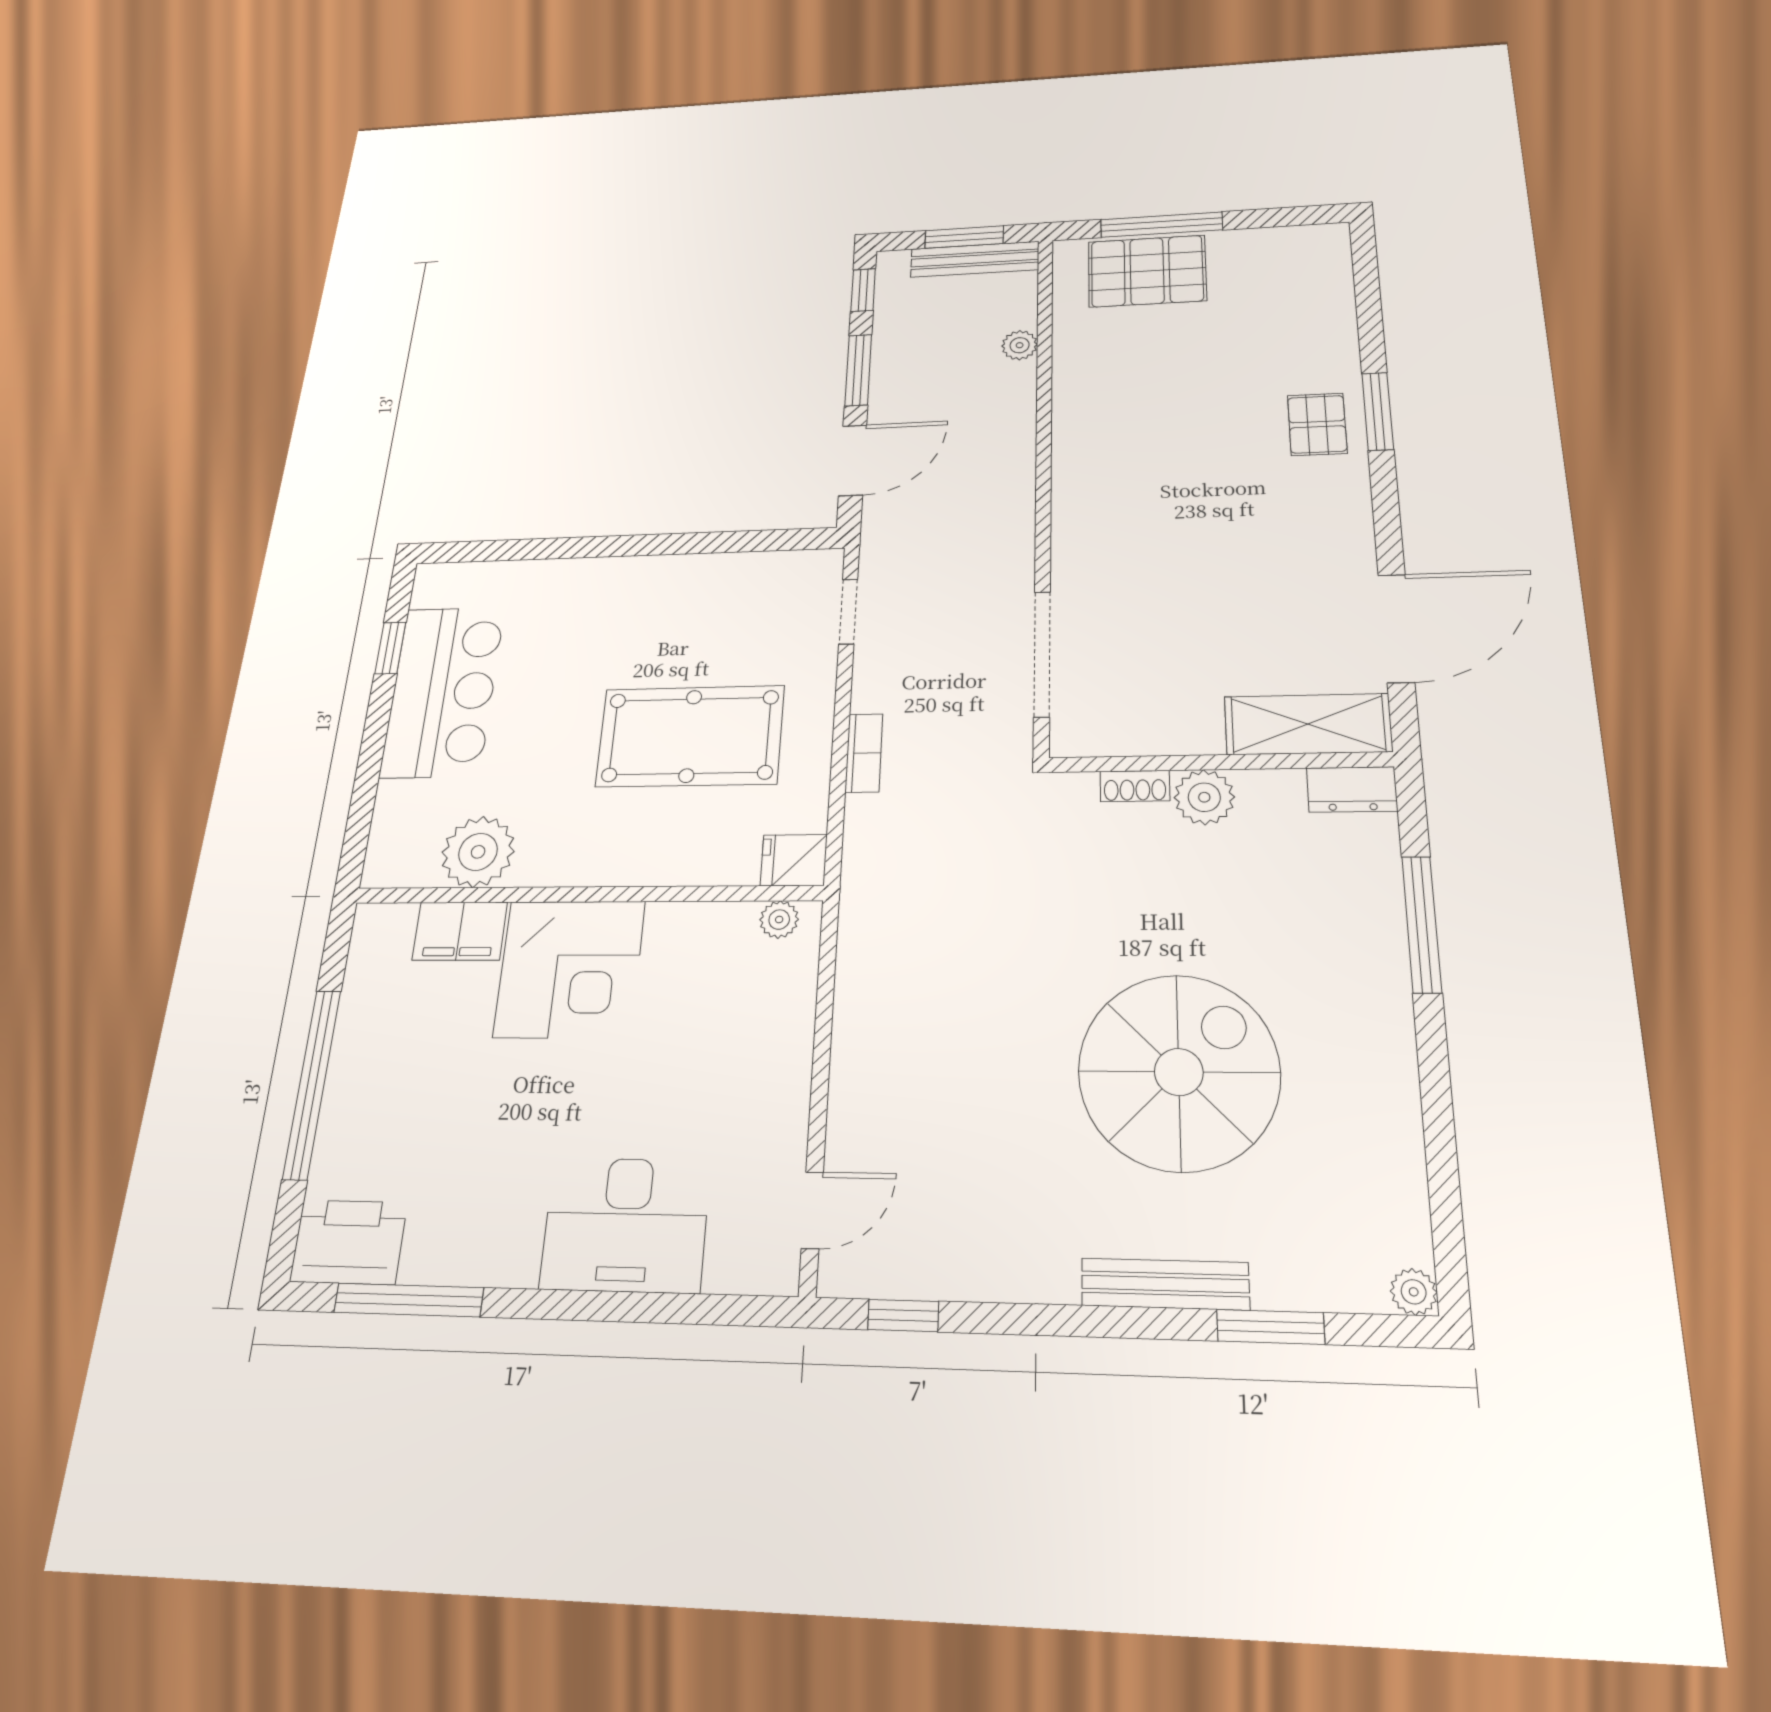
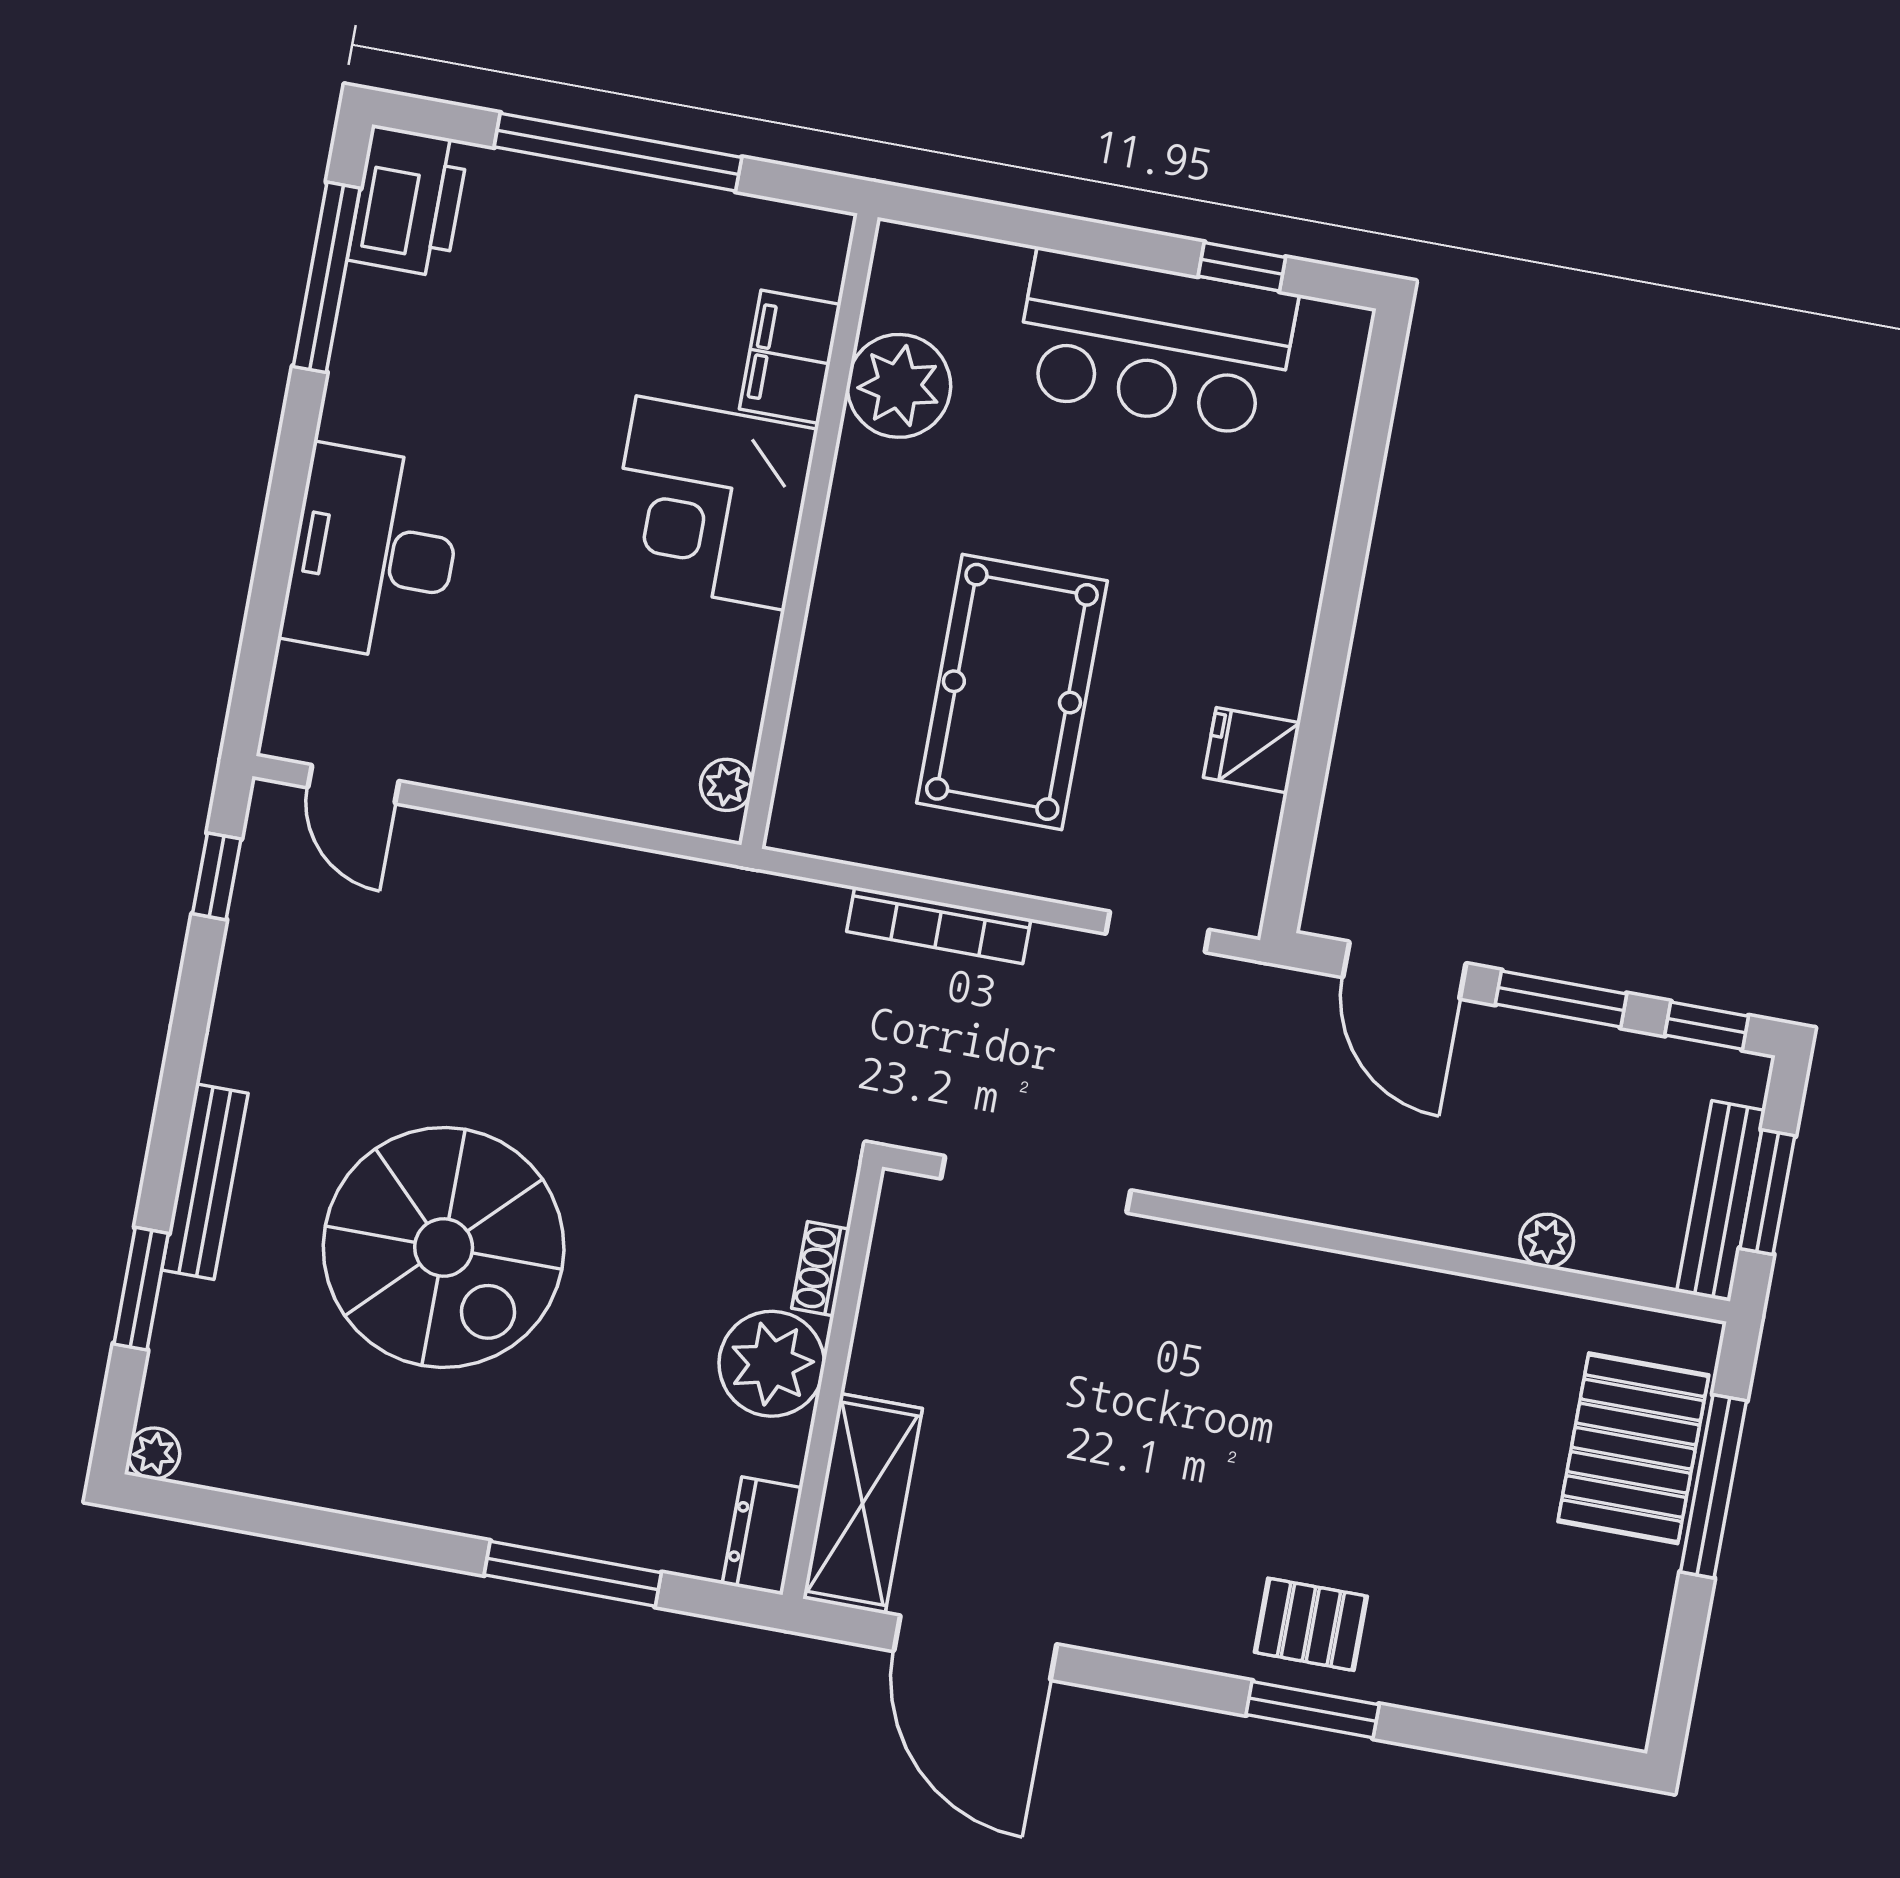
bookcase: (864, 753) -> (939, 925), width x1.56
plant: (1204, 797) -> (772, 1364), width x1.36, depth x1.36
fridge: (794, 860) -> (1252, 750), moved, turned -90

